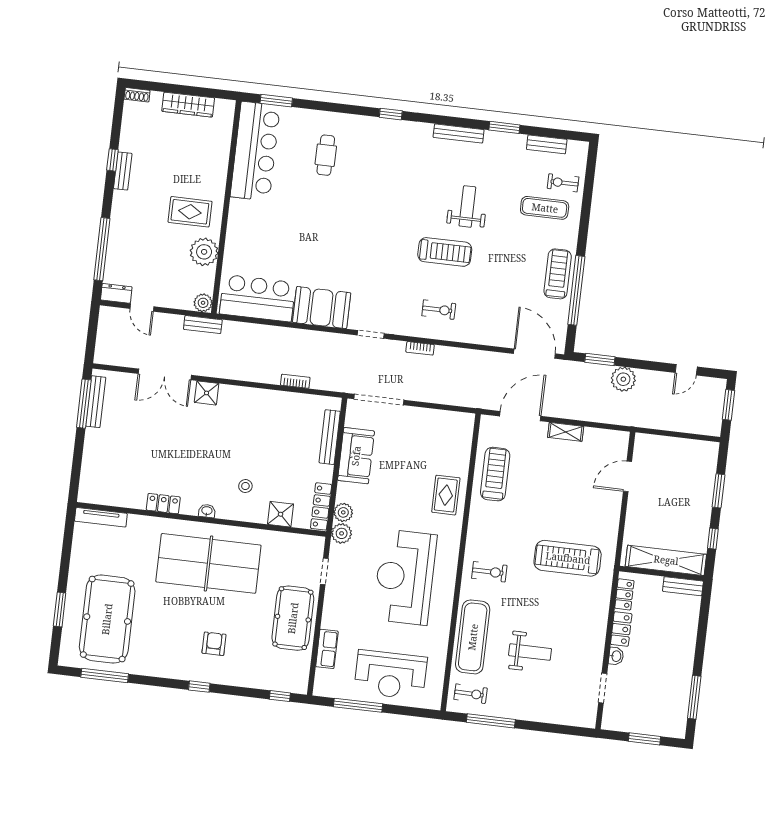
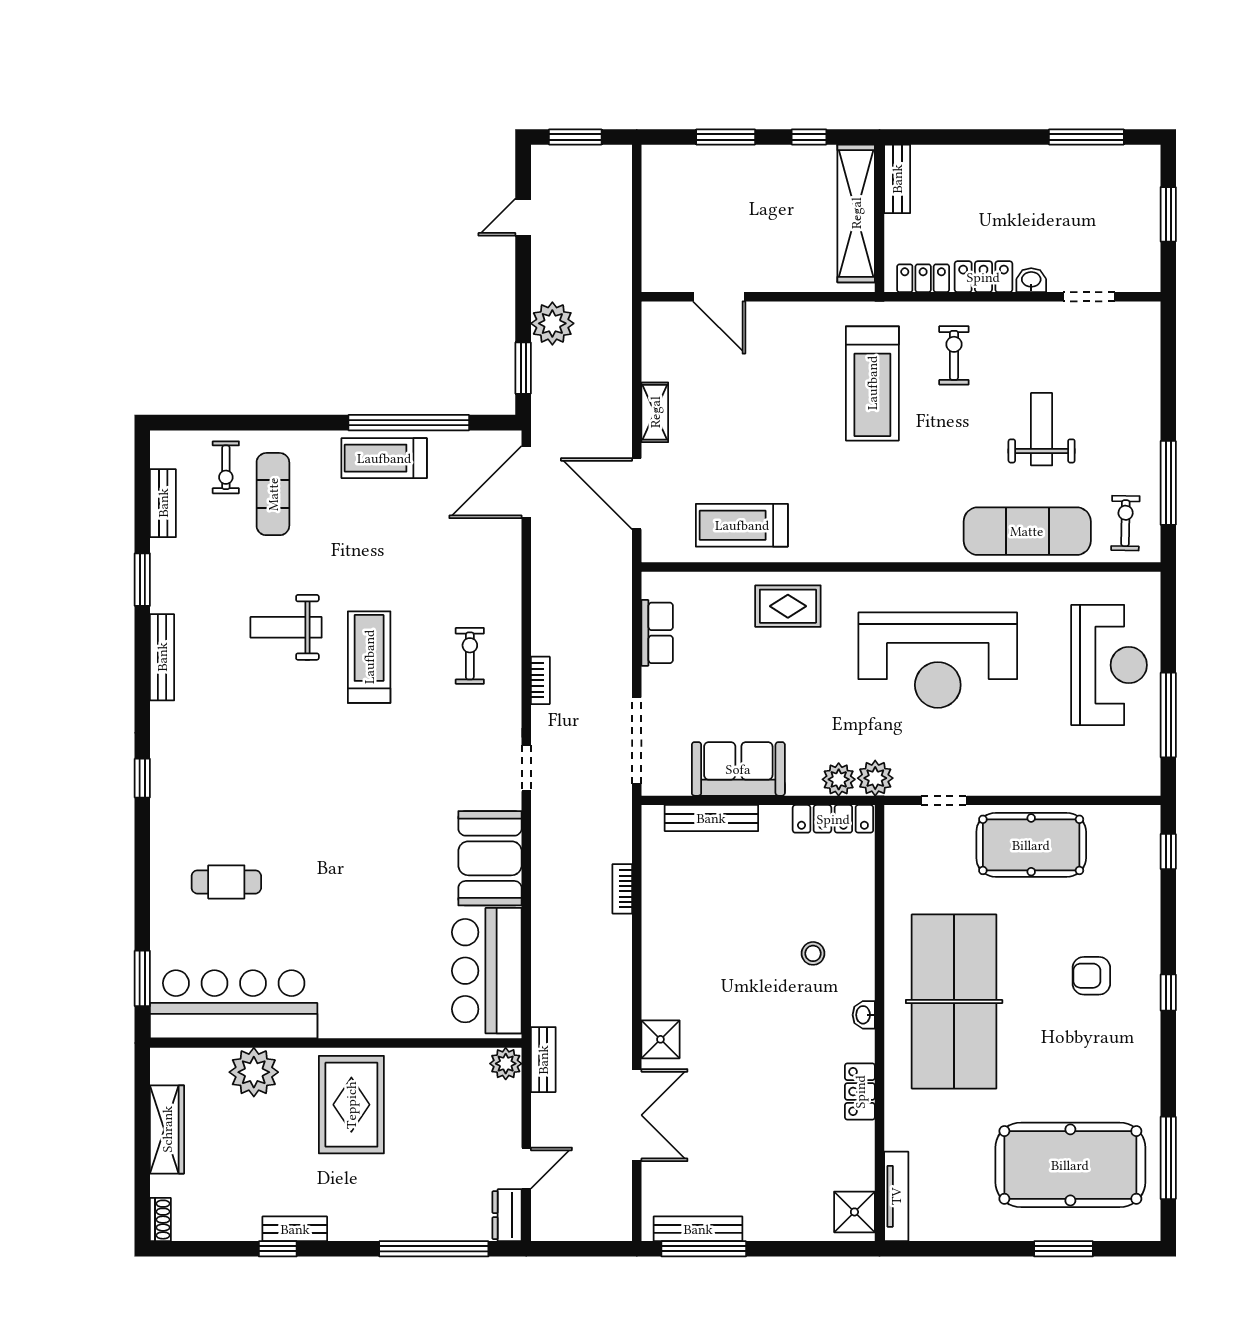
rug: (190, 212) -> (351, 1105), width x1.36, depth x1.43
plant: (204, 252) -> (254, 1072), moved
door: (686, 370) -> (523, 217), swing flipped
shower: (281, 514) -> (854, 1212), moved
exercise bike: (489, 572) -> (954, 355), moved
row of seats: (327, 649) -> (657, 633), moved, turned 90

